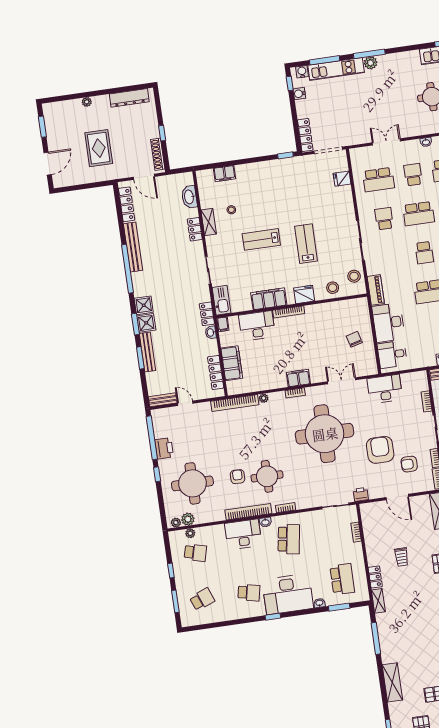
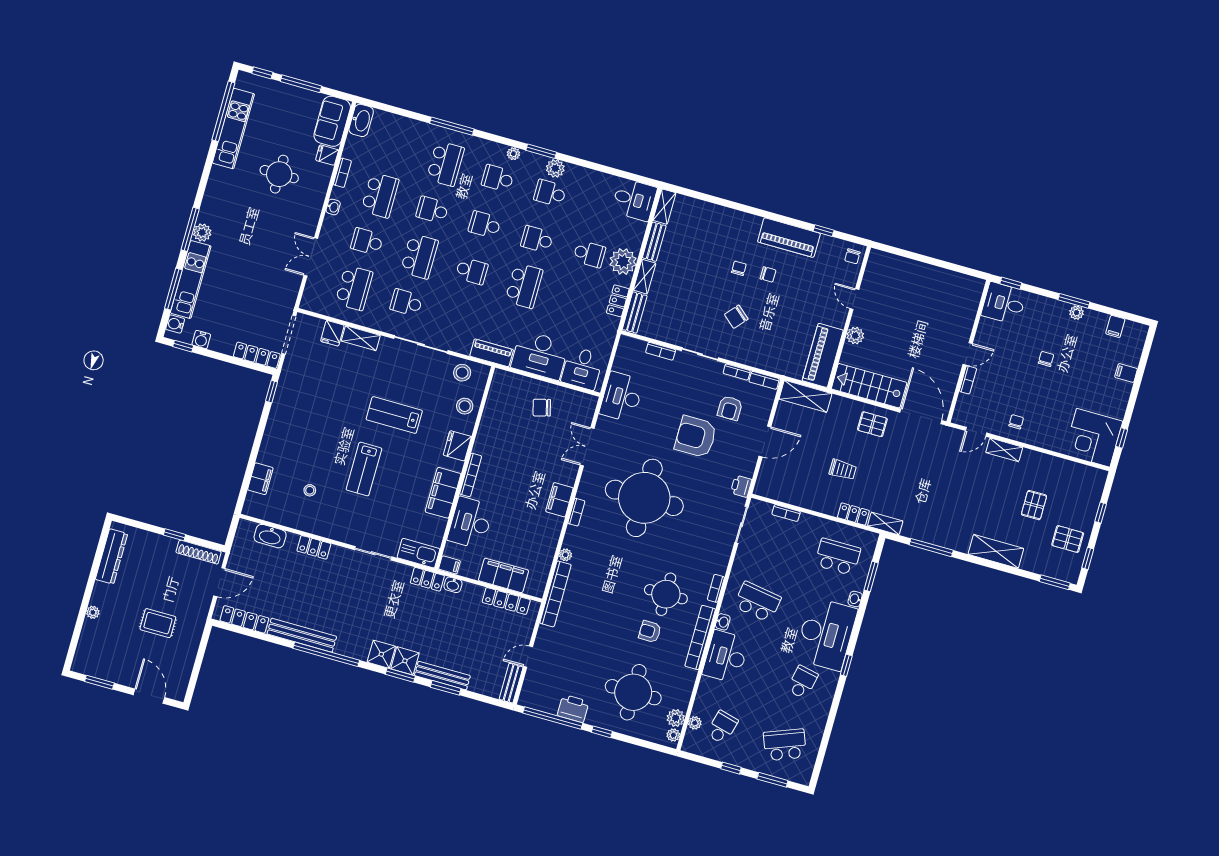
rug: (99, 148) -> (158, 623), width x0.73, depth x0.70
shelving: (209, 222) -> (361, 338), moved
school desk: (202, 599) -> (785, 745), width x1.85

